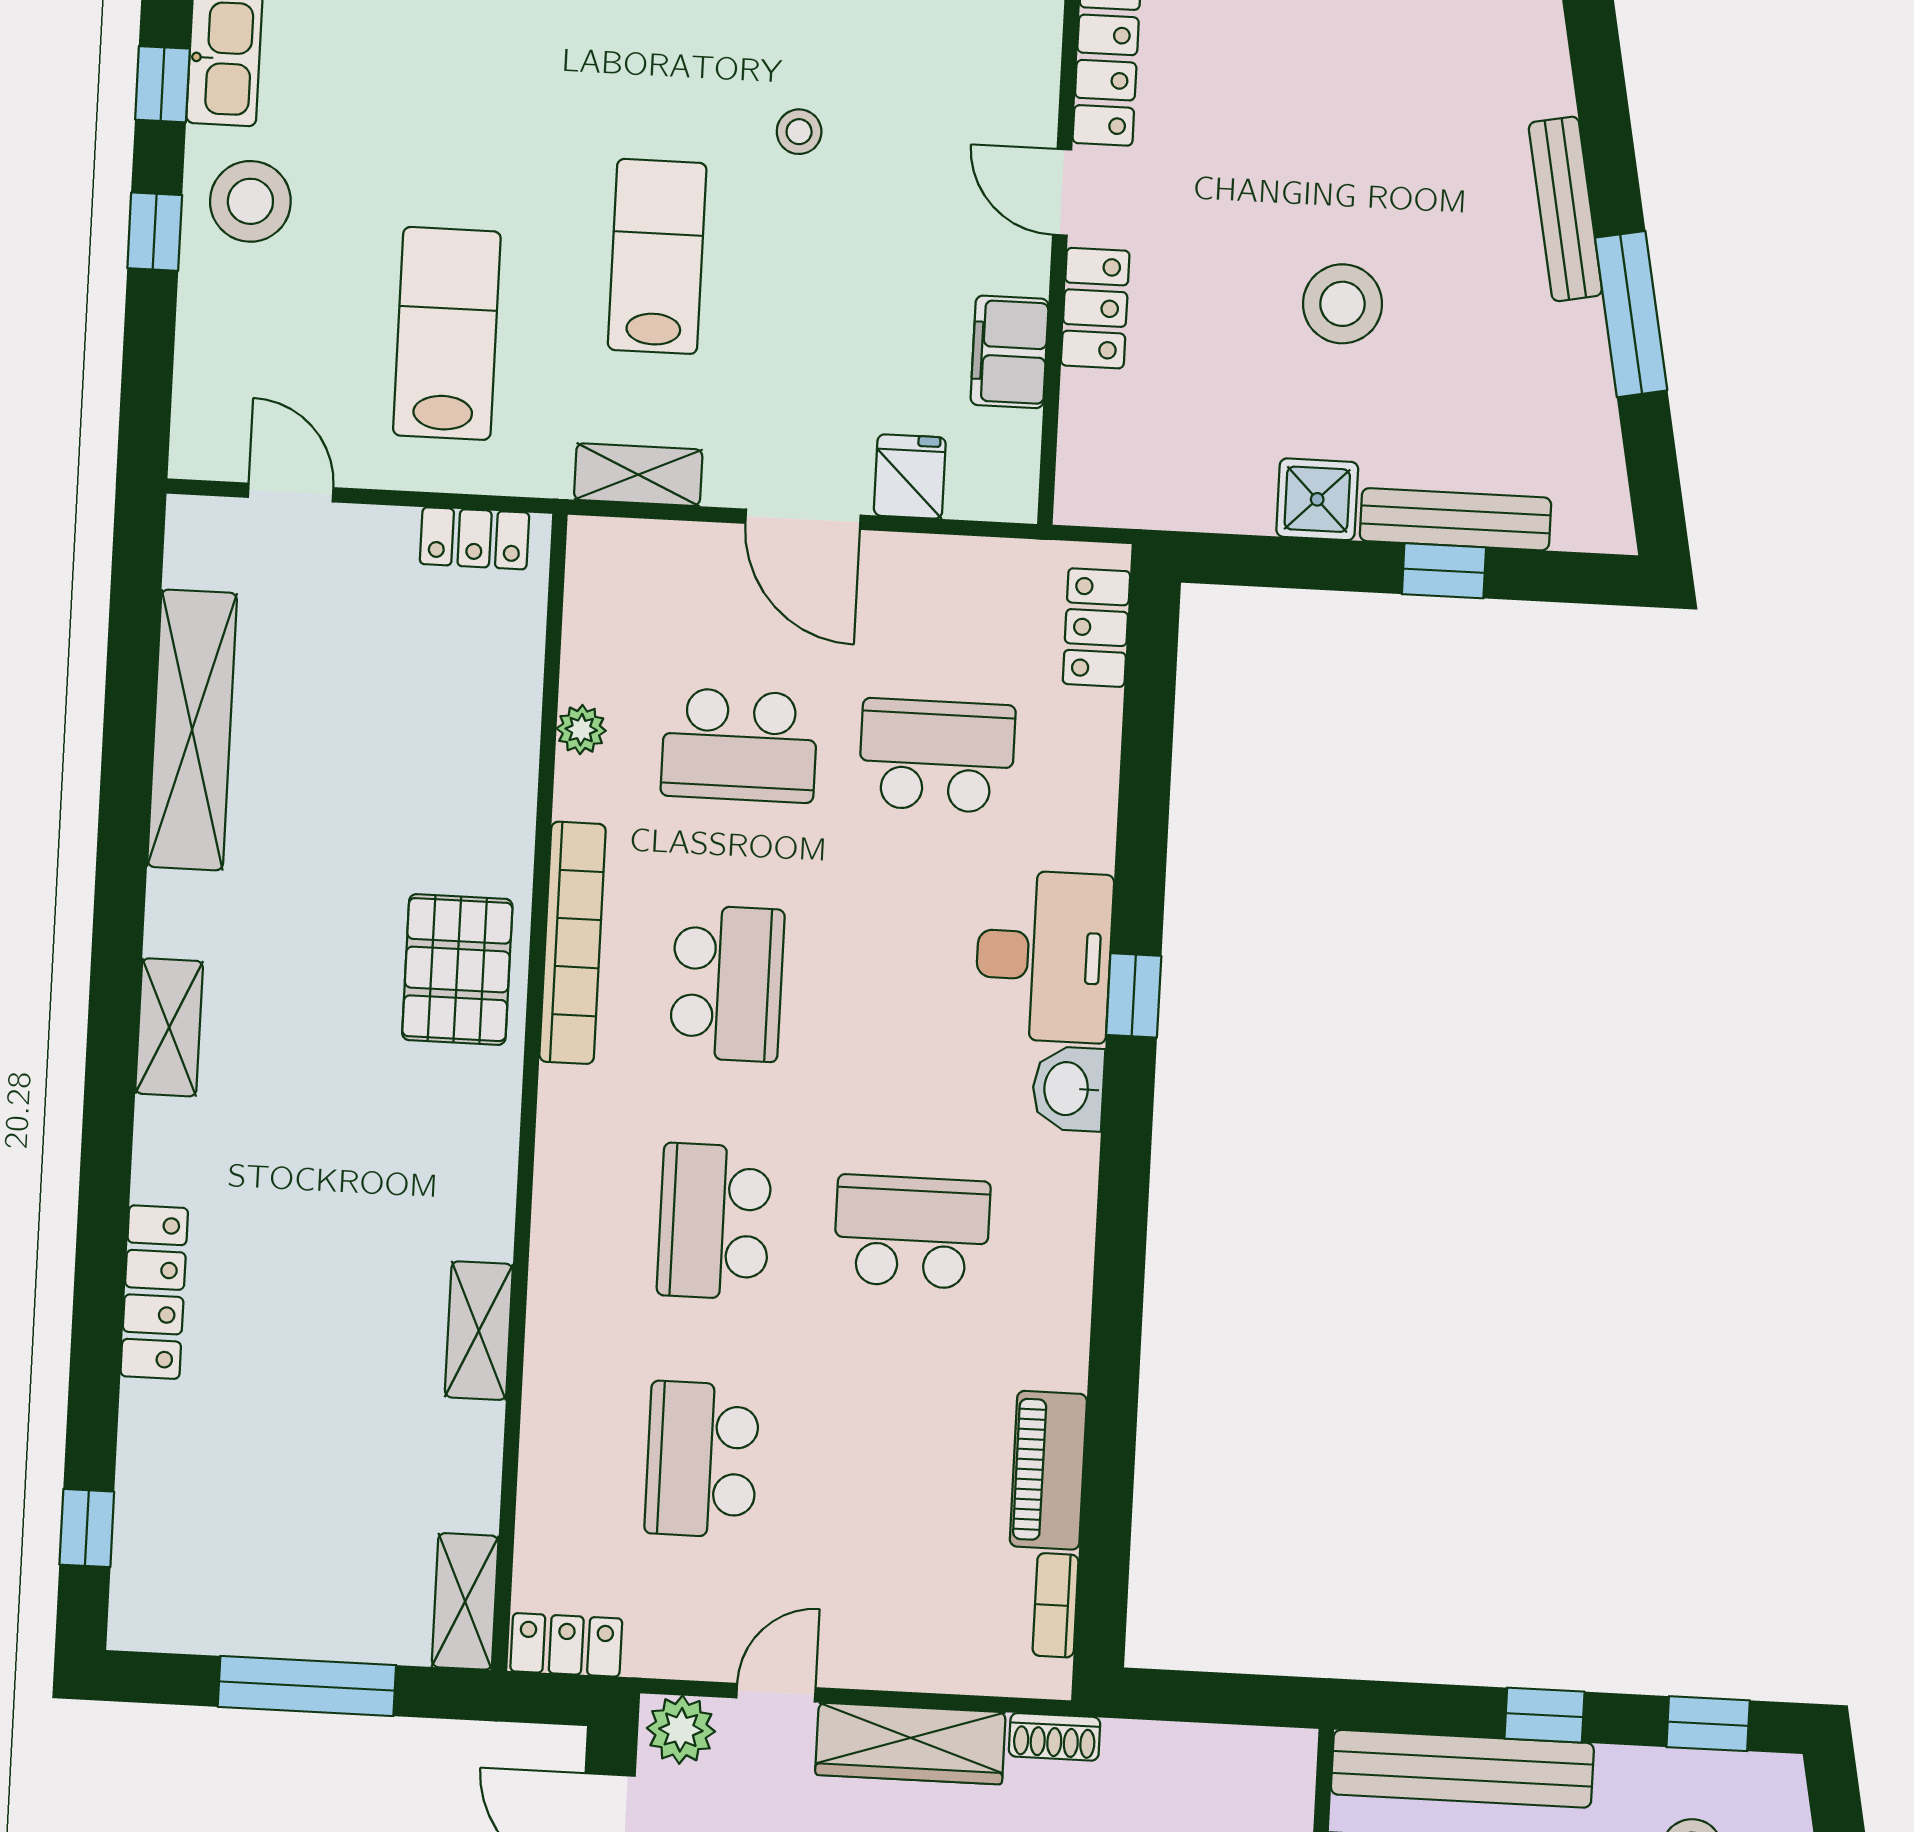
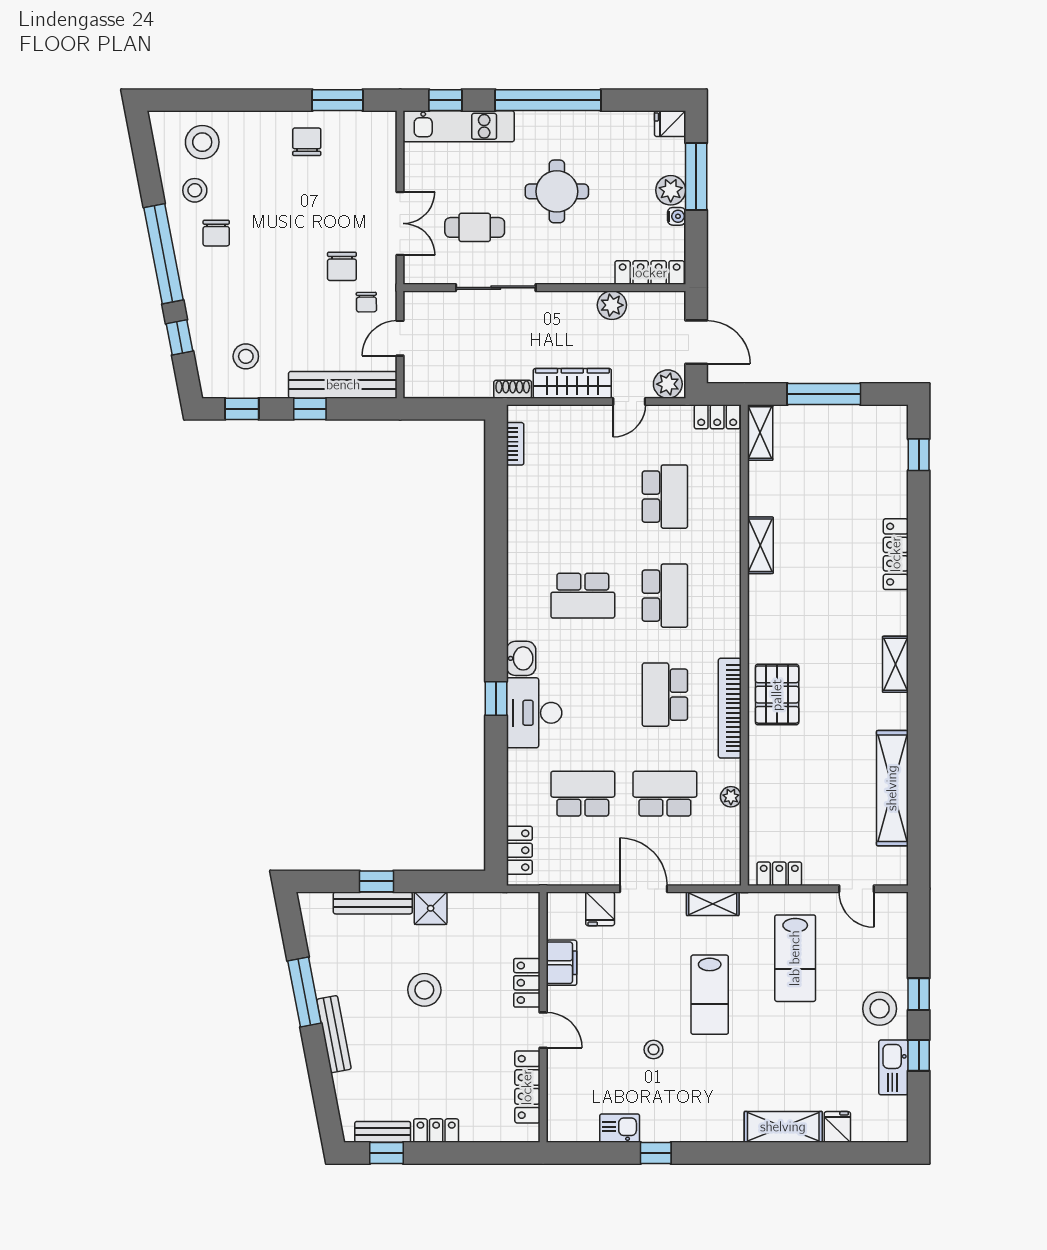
school desk: (937, 756) -> (583, 794), turned 180
piano: (1048, 1470) -> (521, 500), removed

